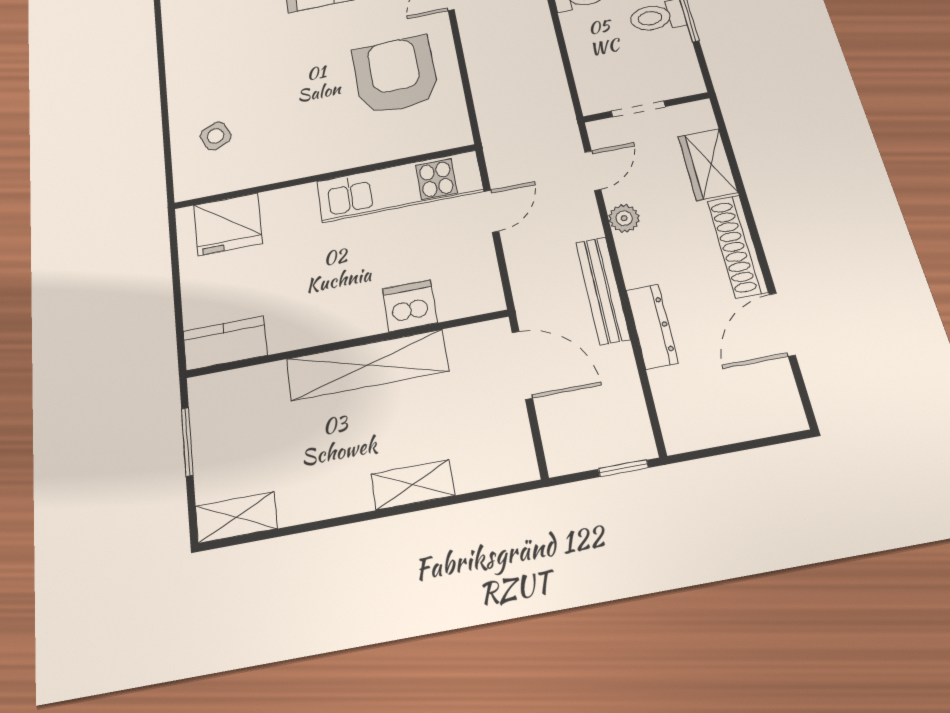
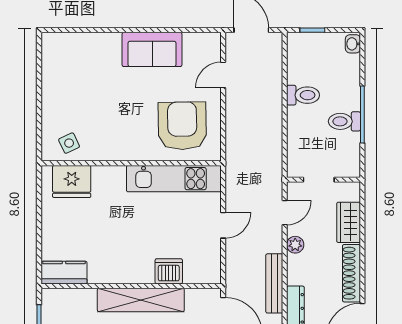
wall: (324, 177) -> (131, 163), moved
kitchen unit: (400, 186) -> (174, 179), moved
fridge: (228, 224) -> (72, 181), moved

